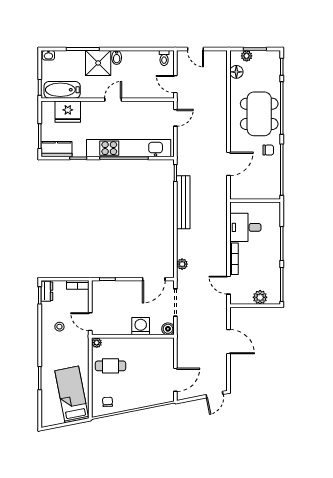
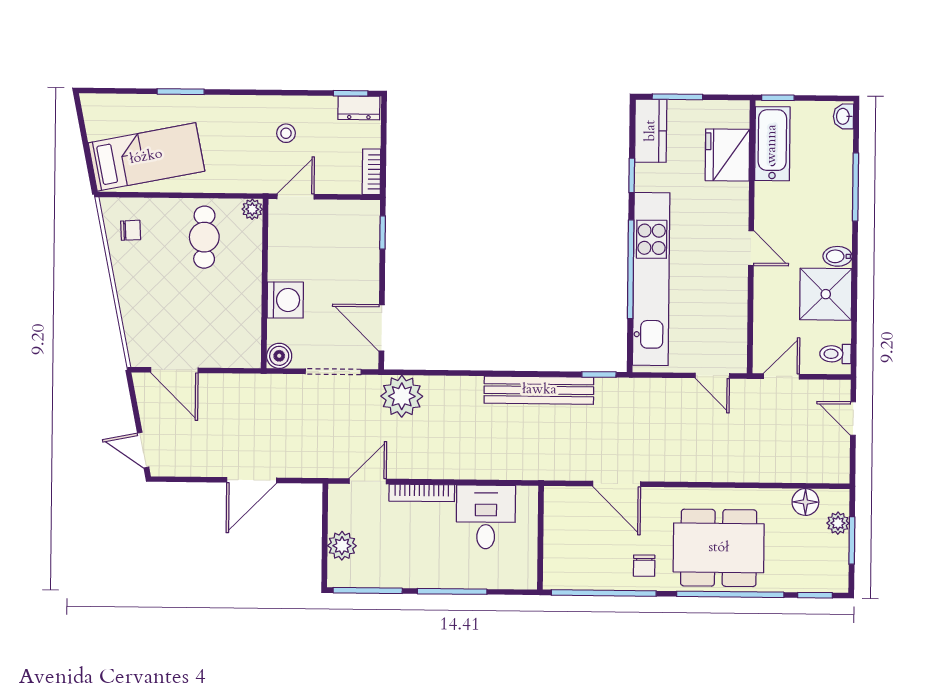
door: (195, 49) -> (853, 418), hinge flipped
shower: (98, 63) -> (826, 294), moved
plant: (182, 264) -> (402, 396), width x1.87, depth x1.87

